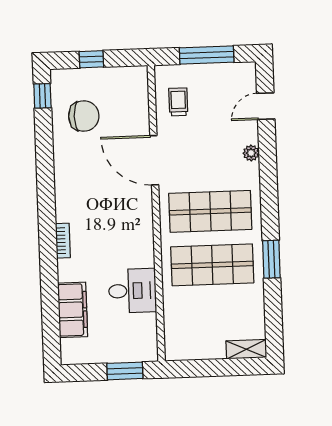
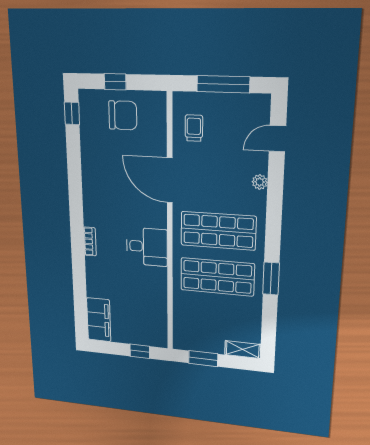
chair: (84, 116) -> (123, 115), moved
desk: (132, 291) -> (147, 247), moved
filing cabinet: (73, 310) -> (99, 320), moved
window: (201, 368) -> (203, 359), added
window: (125, 371) -> (140, 351), width x0.67

